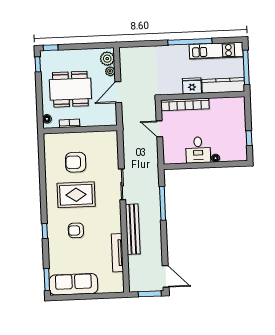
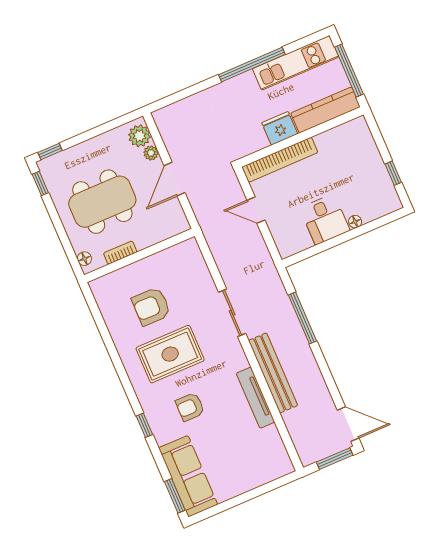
tv unit: (117, 253) -> (256, 398), moved
sofa: (73, 284) -> (188, 476), moved, turned 90

